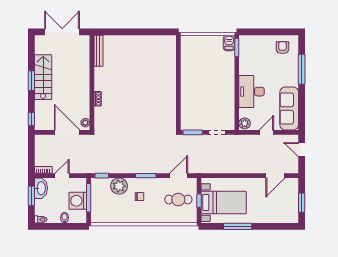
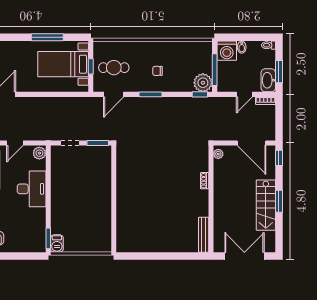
double door: (62, 32) -> (244, 256), swing flipped
door: (67, 132) -> (251, 143), moved
plant: (119, 186) -> (203, 83), moved
washing machine: (78, 201) -> (227, 51), moved, turned 90

